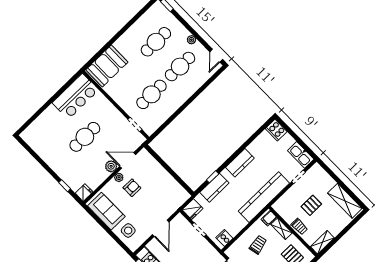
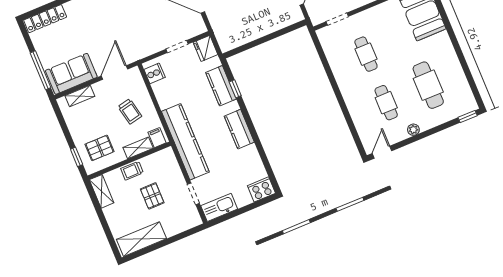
door: (216, 56) -> (382, 152), hinge flipped
cafe table: (180, 67) -> (386, 103), width x0.73, depth x0.74
cafe table: (151, 94) -> (366, 54), width x0.73, depth x0.74

